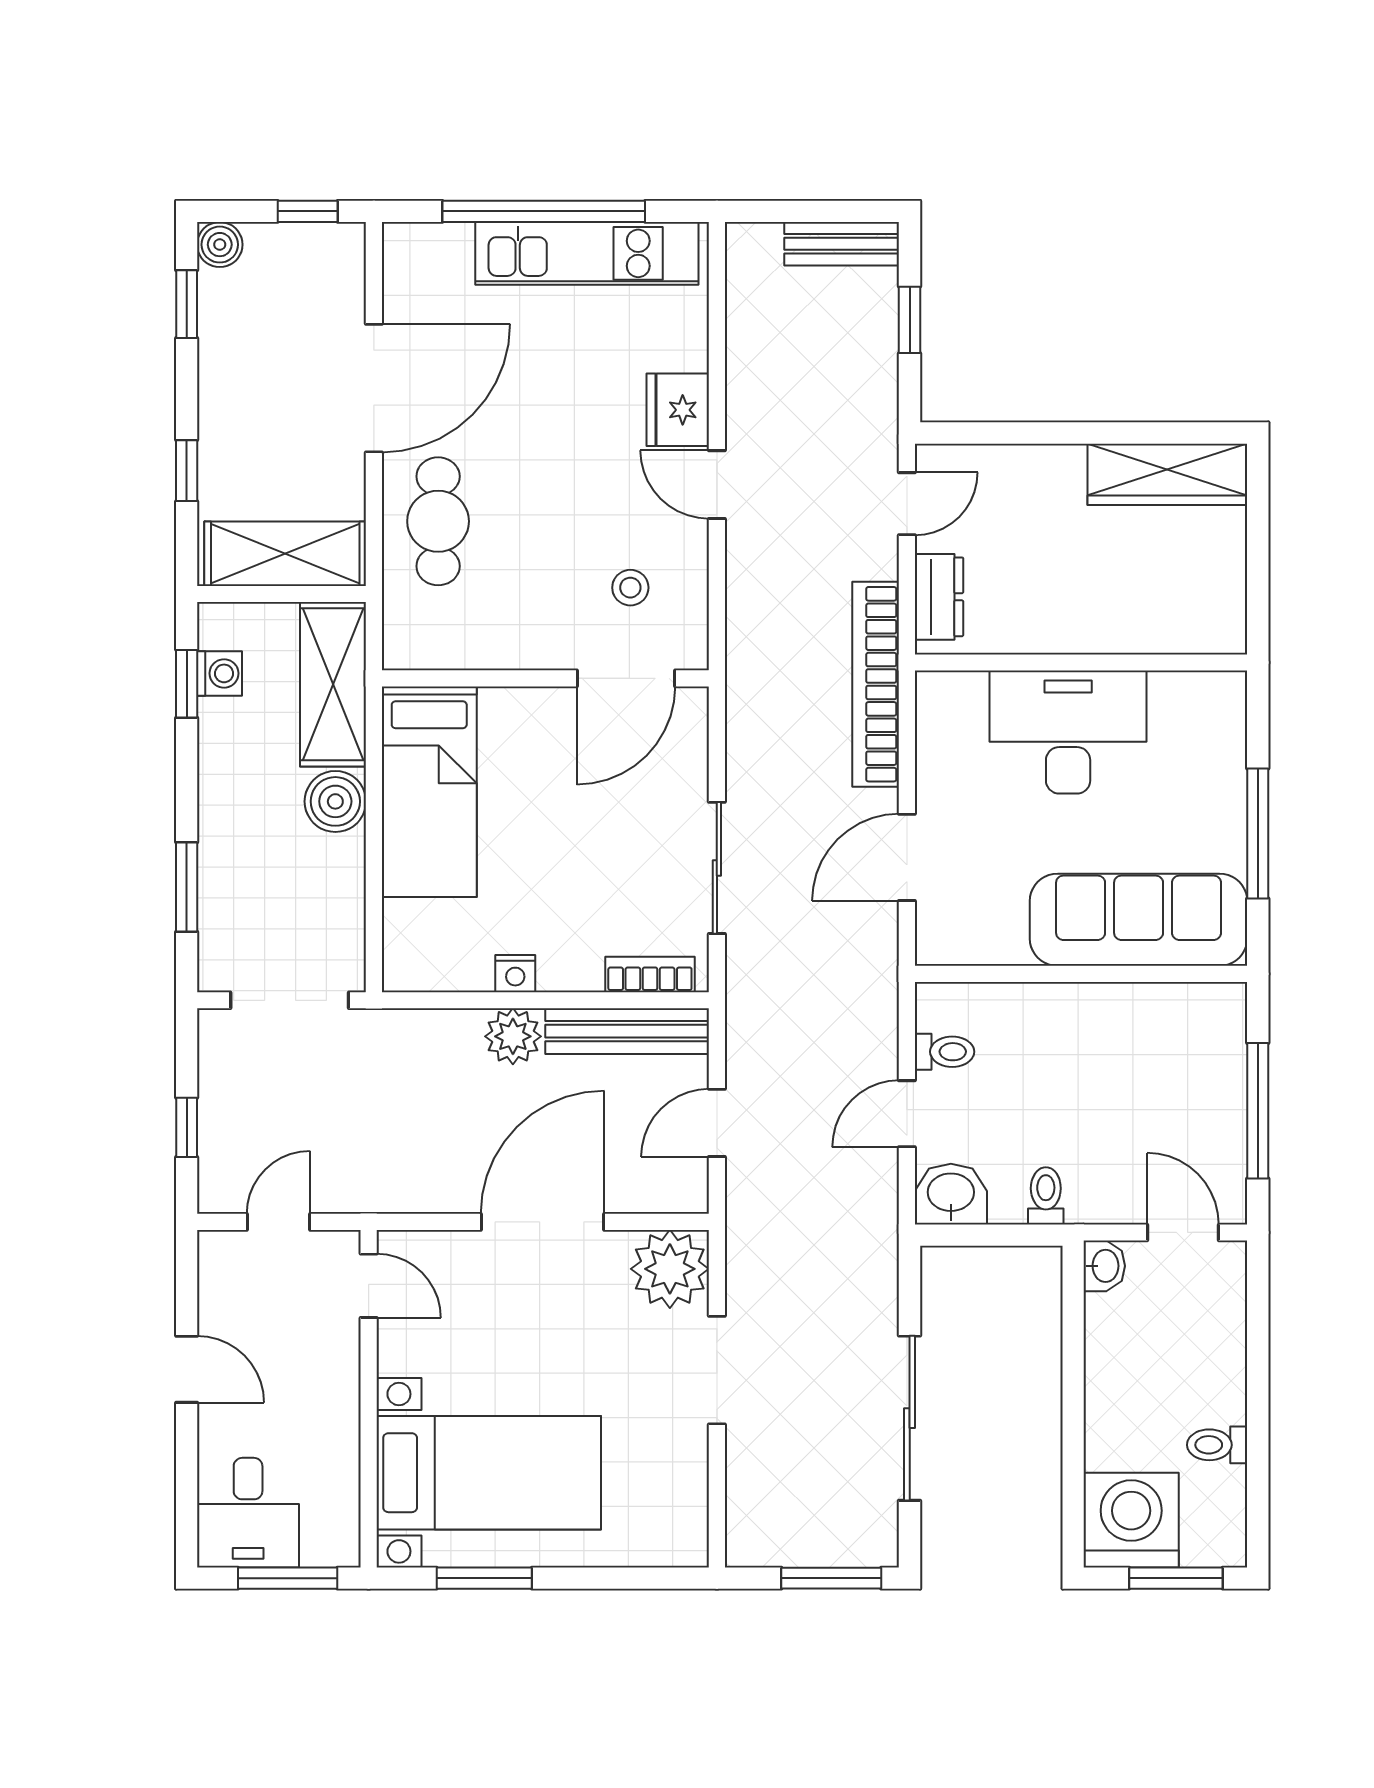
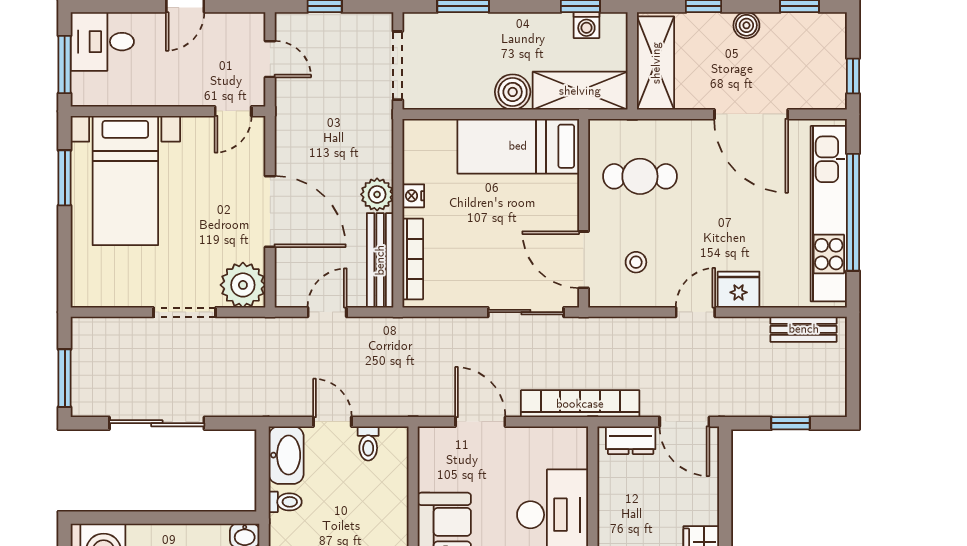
bench: (842, 244) -> (804, 329), moved, turned 90
boiler: (220, 245) -> (746, 25), moved
kitchen unit: (587, 253) -> (829, 214), width x1.36
door: (907, 504) -> (684, 422), width x1.38
cafe table: (438, 521) -> (640, 176), moved
sliding door: (717, 868) -> (526, 312), moved
bookcase: (650, 974) -> (413, 259), width x1.56
door: (717, 1123) -> (327, 312), hinge flipped
washbasin: (951, 1194) -> (286, 455), width x1.38

